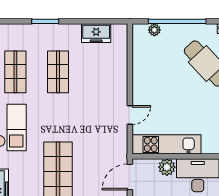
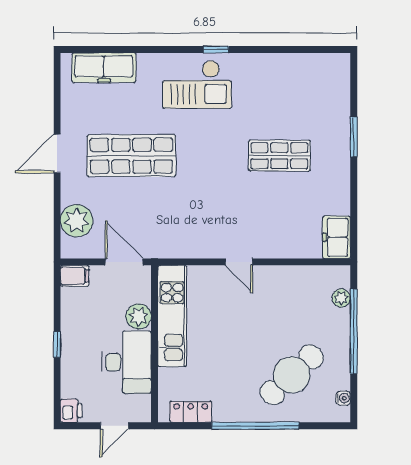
freezer: (96, 33) -> (336, 237), moved
shop shelf: (15, 72) -> (279, 93), removed
door: (130, 115) -> (239, 262), moved

